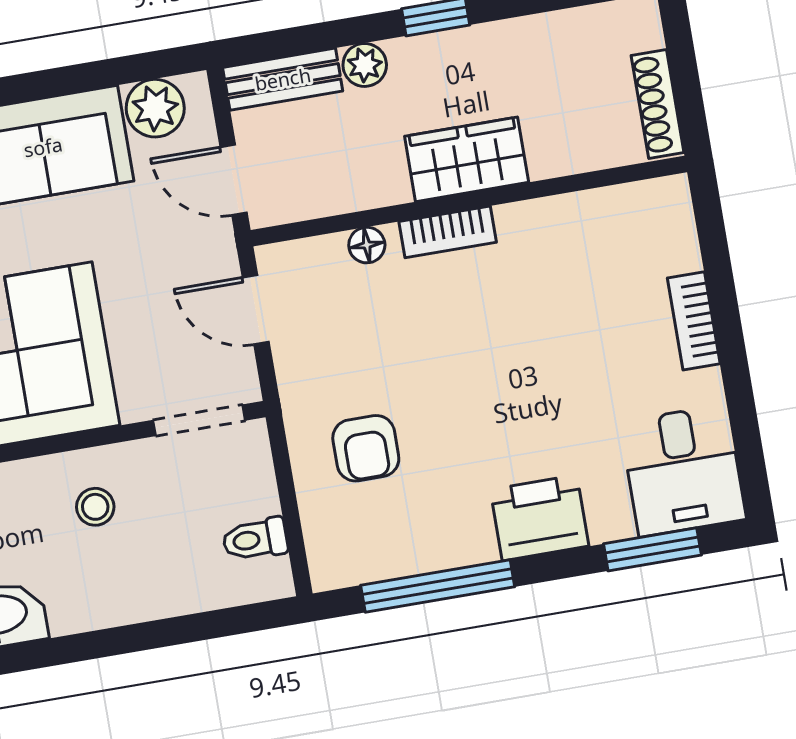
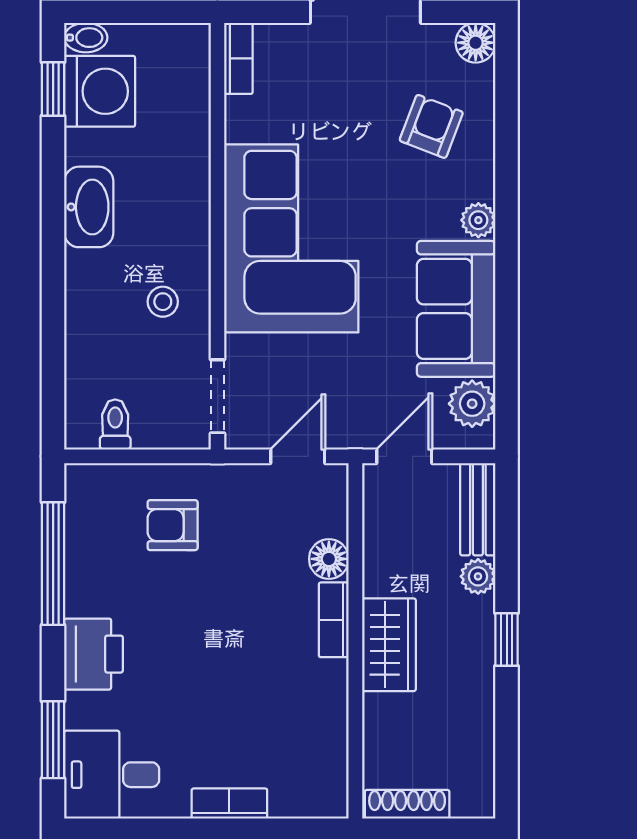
floor lamp: (367, 245) -> (329, 559), width x1.37, depth x1.37

